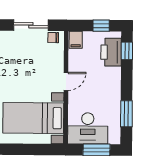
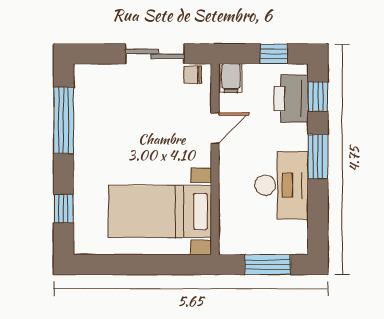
door: (66, 81) -> (215, 128), moved
window: (126, 114) -> (318, 157), moved
desk: (88, 128) -> (282, 185), moved, turned -90

